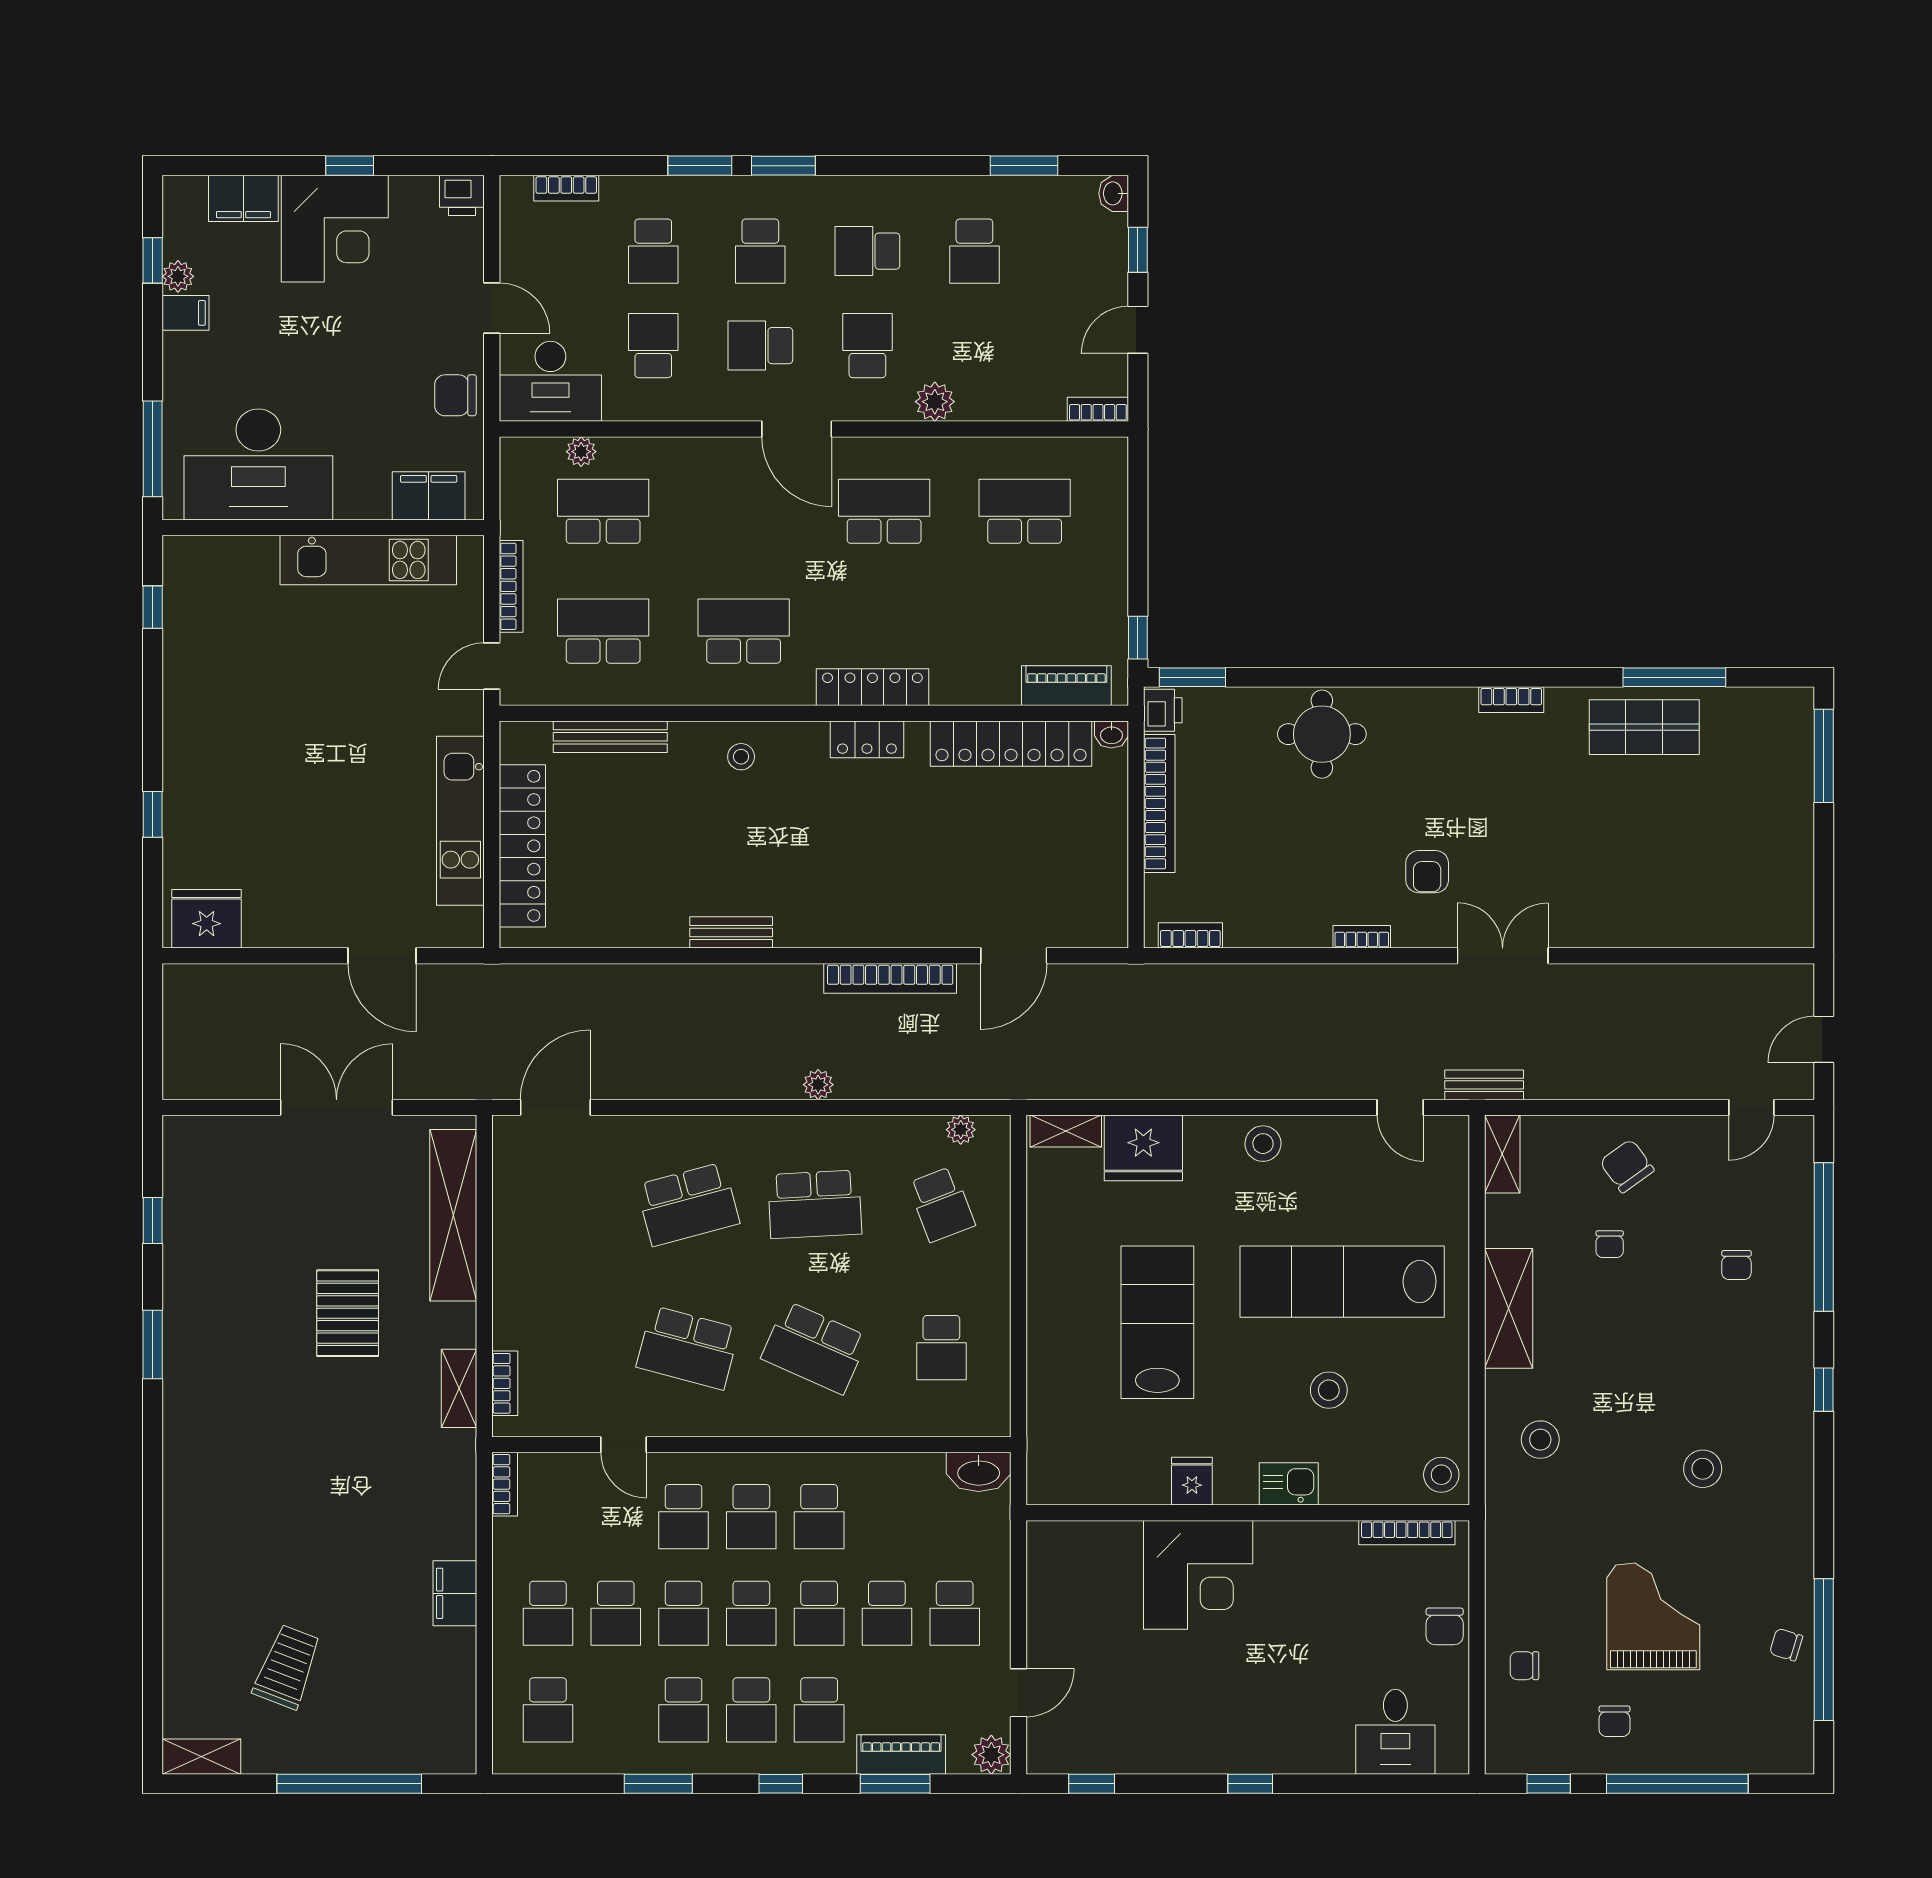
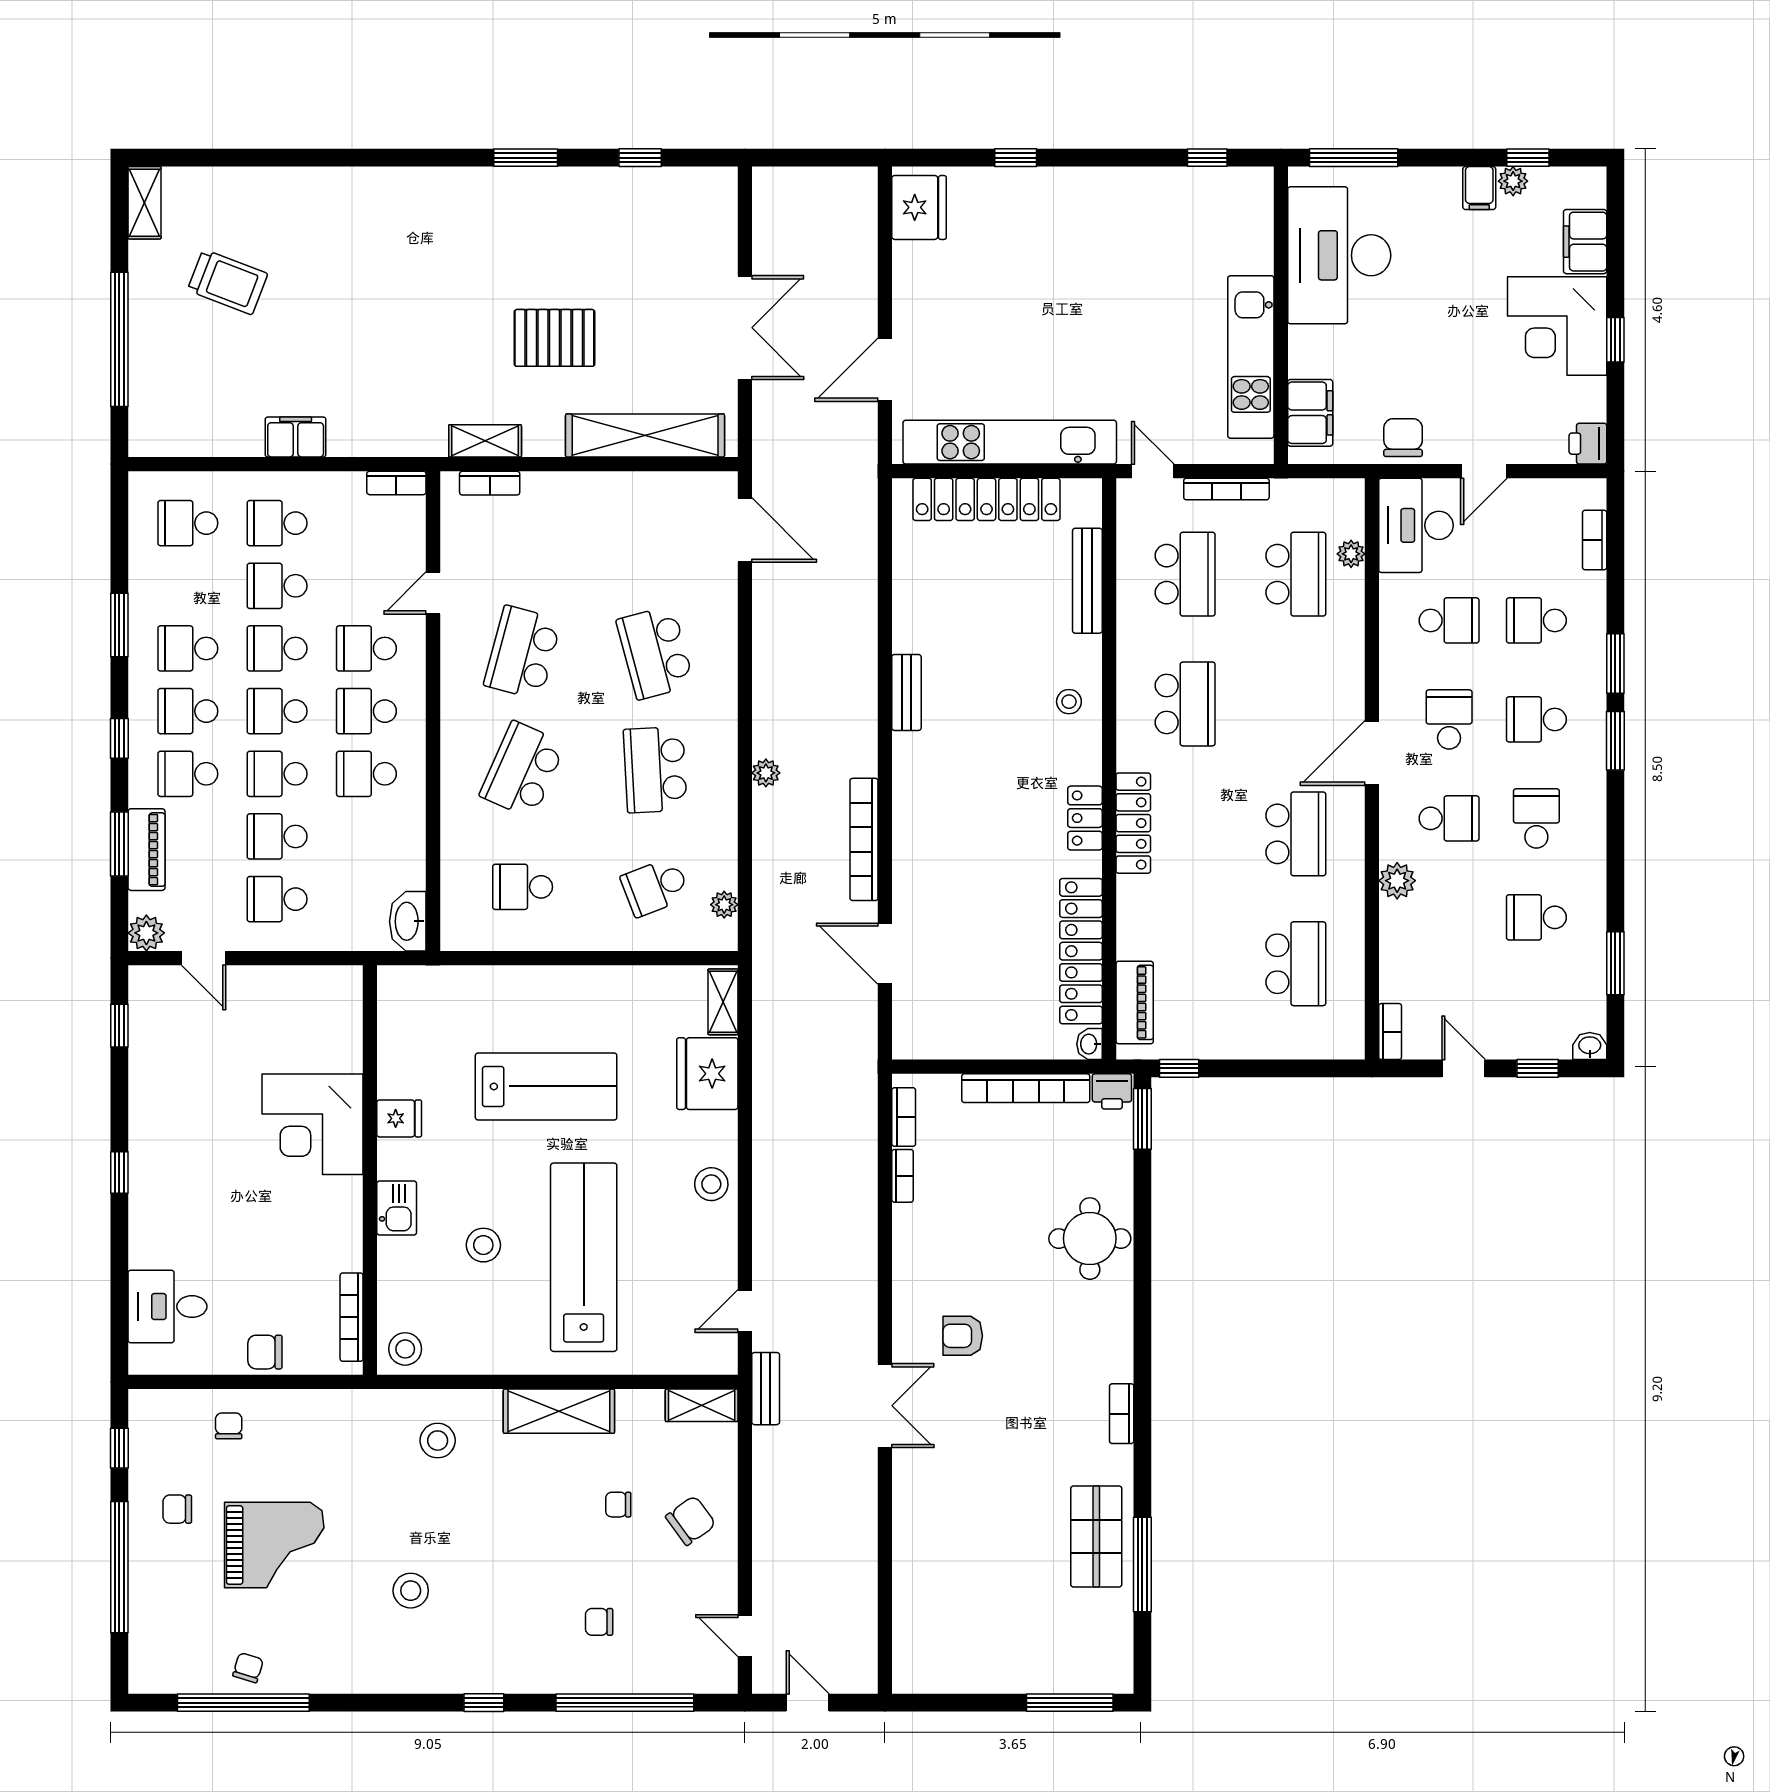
kitchen unit: (460, 821) -> (1010, 442), width x1.36
bookcase: (1362, 937) -> (903, 1176), moved

